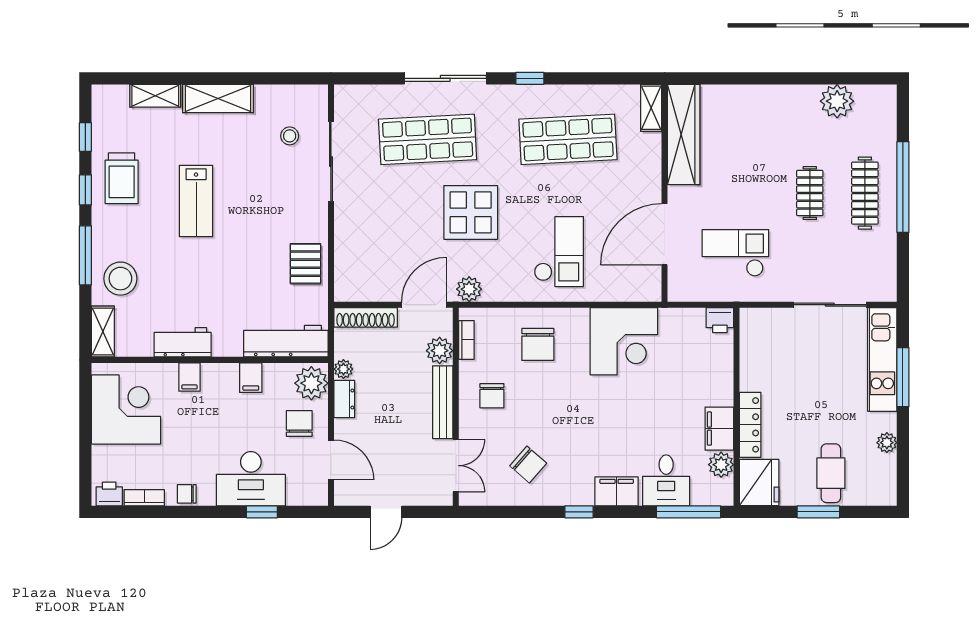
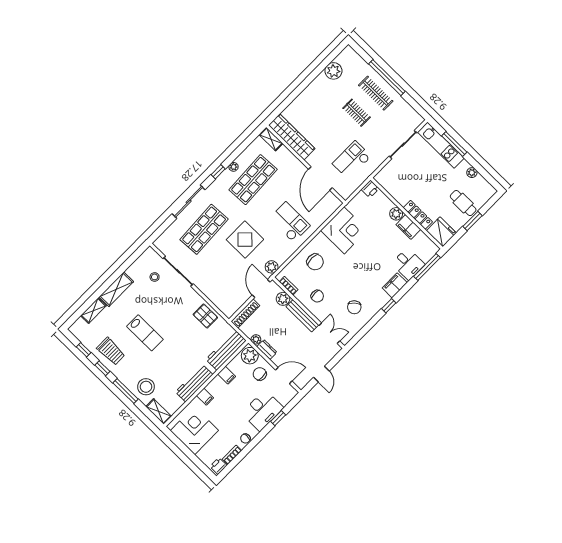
plant: (559, 93) -> (234, 167), added
workbench: (183, 342) -> (194, 383), width x1.38
chair: (528, 465) -> (354, 307), turned 98
plant: (721, 465) -> (396, 214), moved

